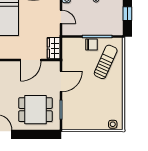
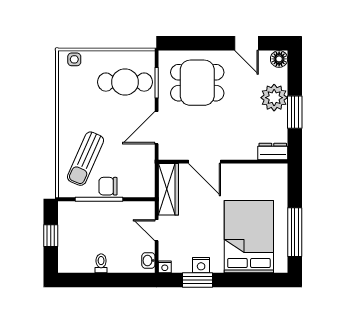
wardrobe: (54, 48) -> (168, 189), width x1.50
door: (31, 60) -> (205, 162), swing flipped
cafe table: (81, 110) -> (125, 82), added

